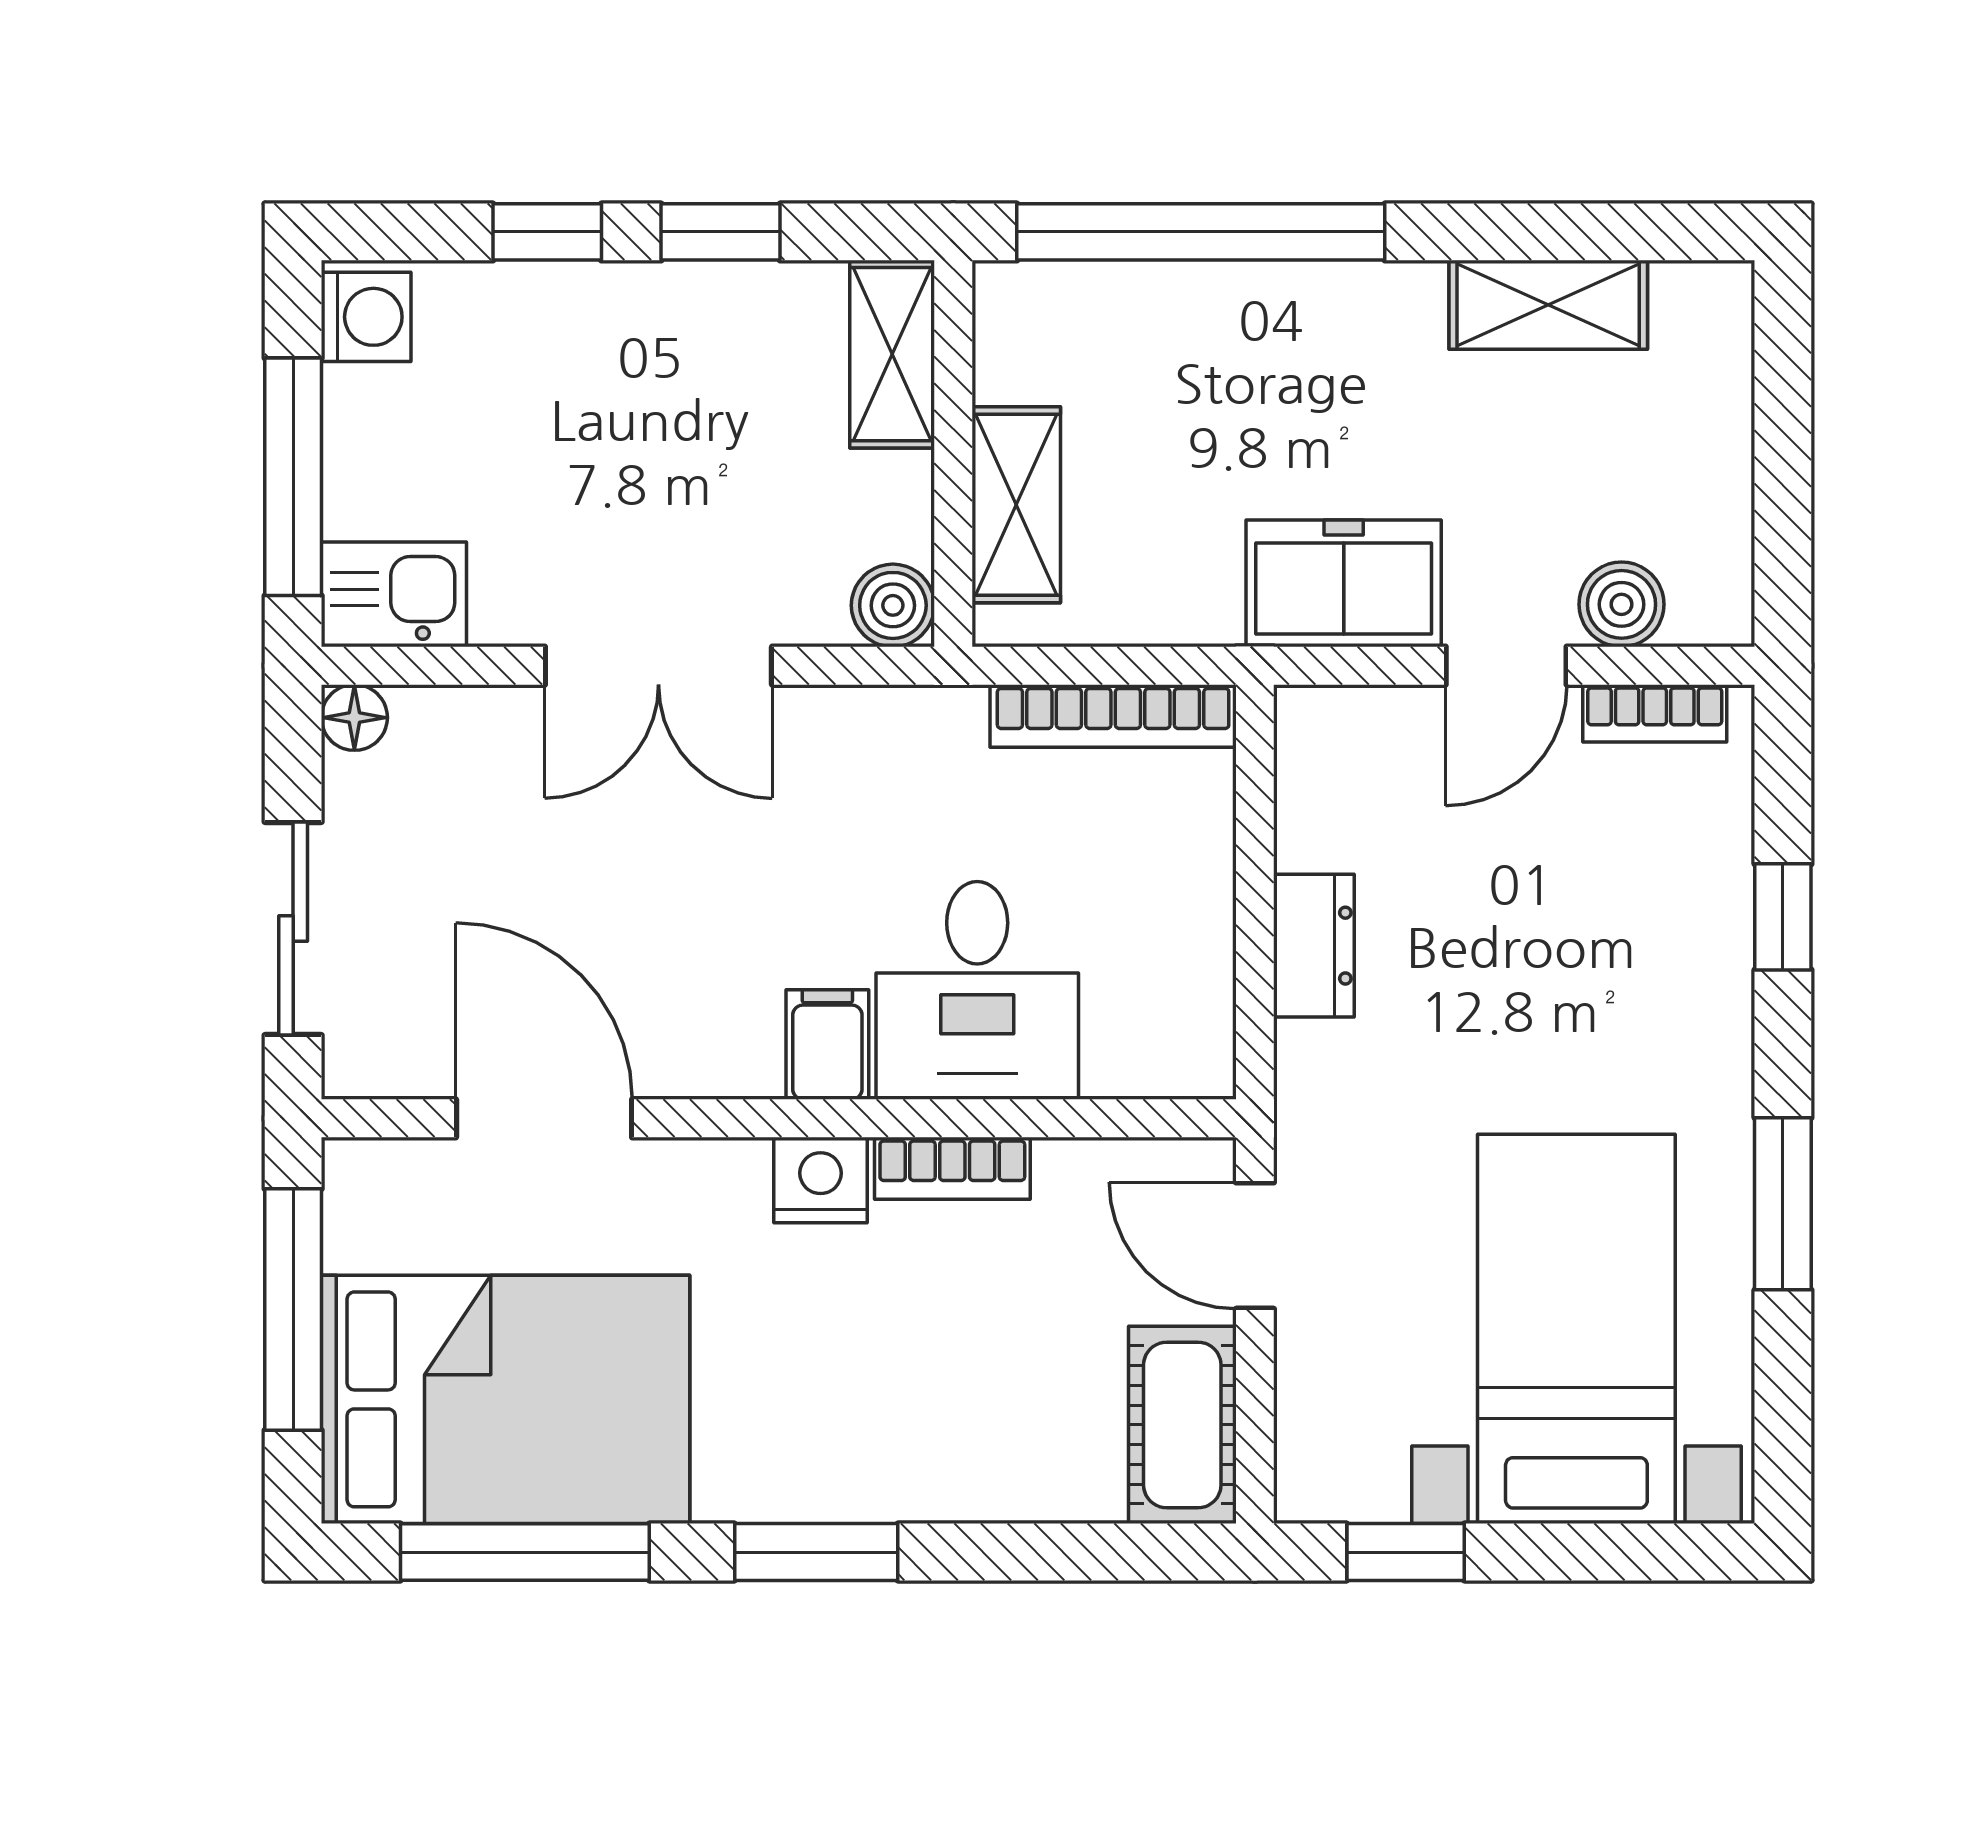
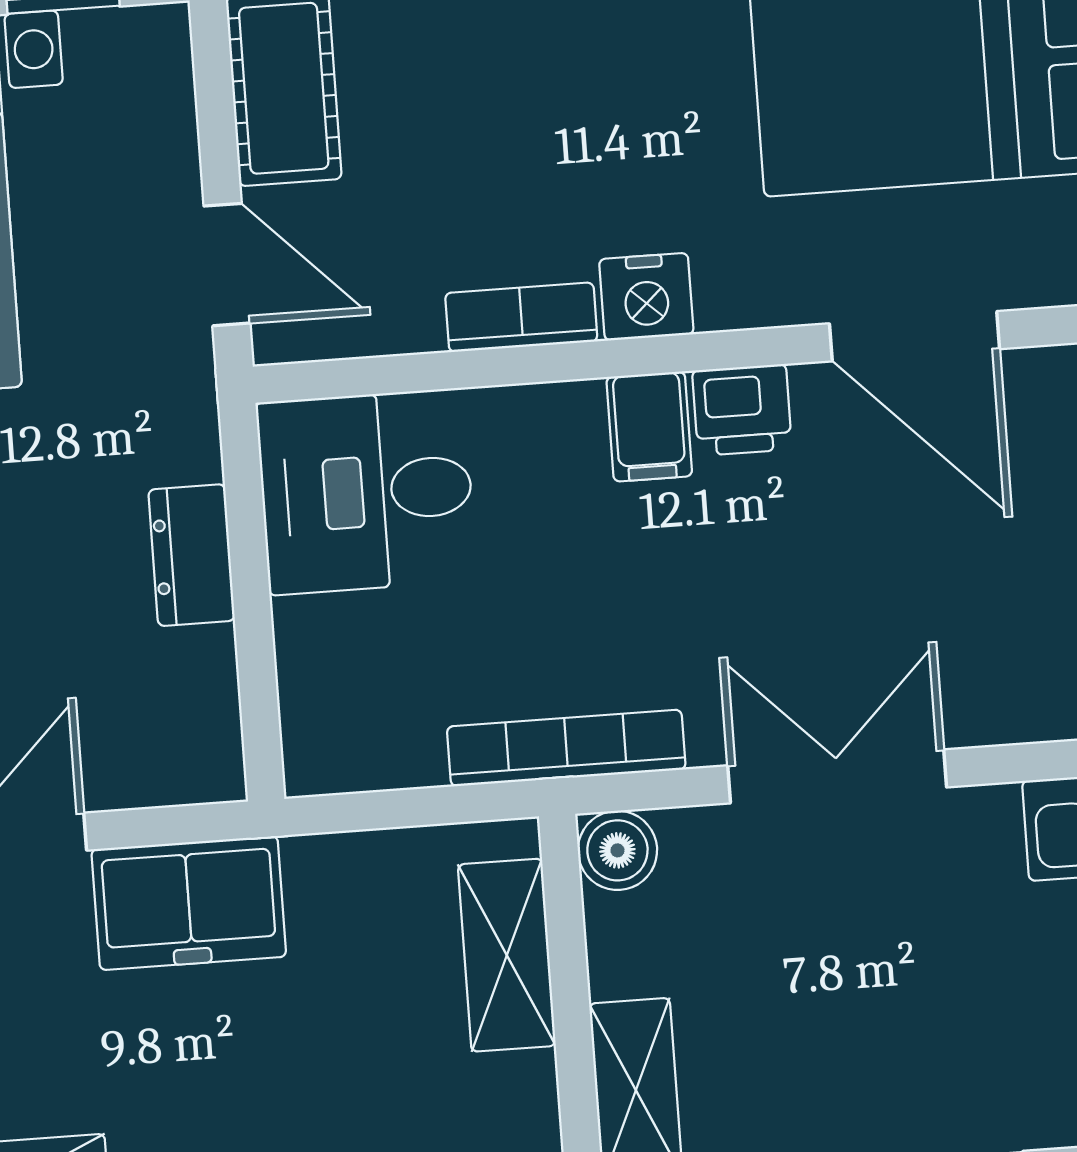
bookcase: (1113, 716) -> (566, 748), moved
desk: (977, 990) -> (366, 492), moved, turned -90
printer: (729, 1055) -> (742, 410), added

